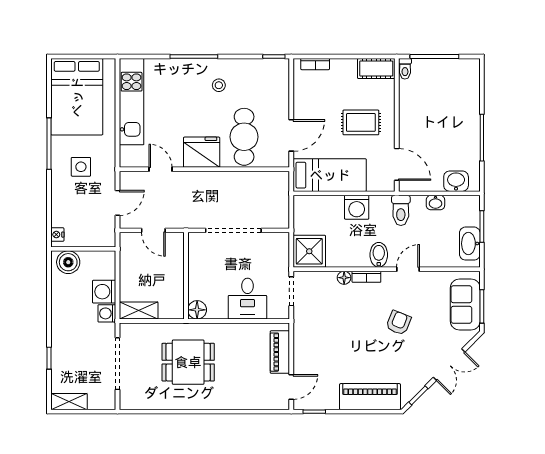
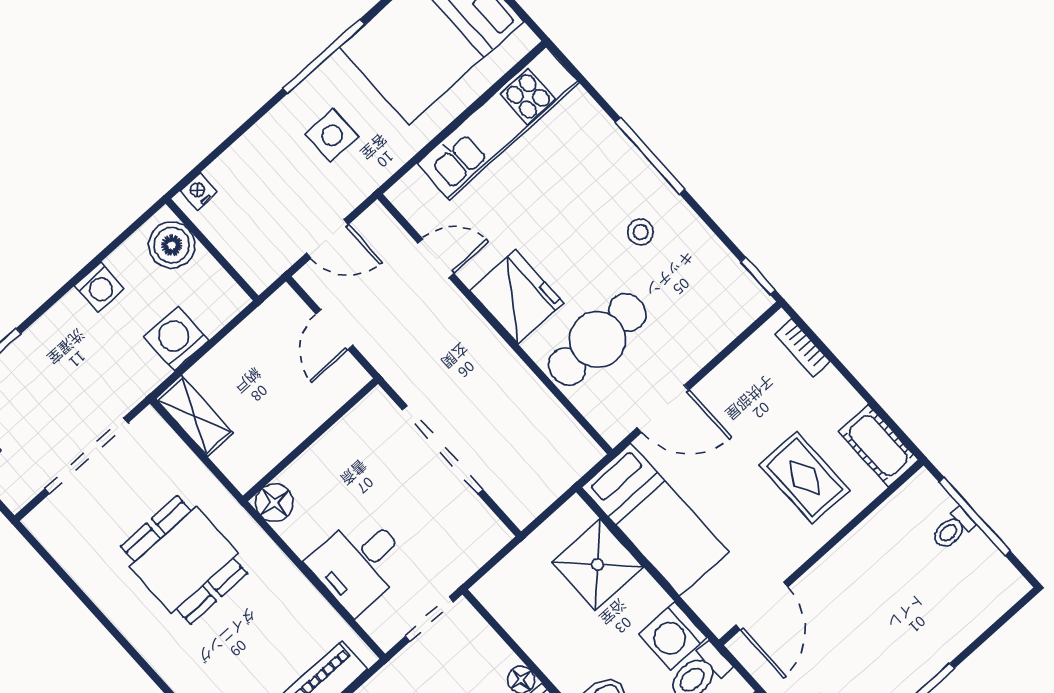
toilet: (405, 69) -> (953, 529), moved
rug: (361, 122) -> (804, 477), moved
door: (161, 169) -> (436, 258), hinge flipped
washing machine: (357, 207) -> (673, 636), moved
shower: (309, 251) -> (598, 565), moved
washing machine: (107, 313) -> (99, 287), moved, turned 180

